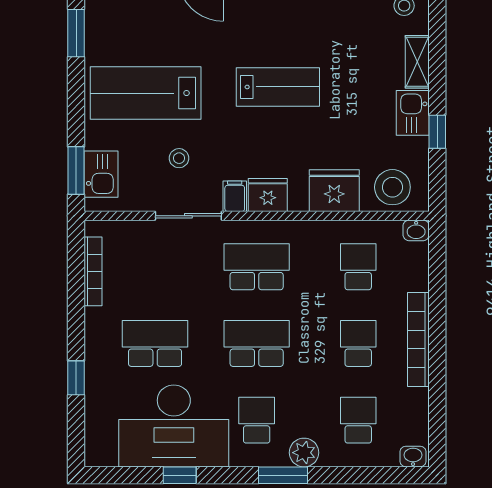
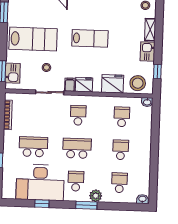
lab bench: (146, 93) -> (33, 39), turned 180
window: (437, 132) -> (157, 72), moved
school desk: (257, 267) -> (78, 115), width x0.54
bookcase: (418, 340) -> (147, 149), removed

